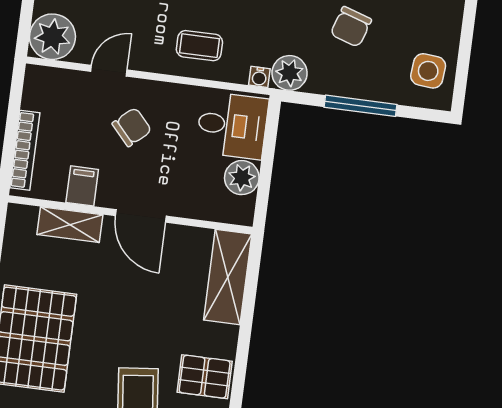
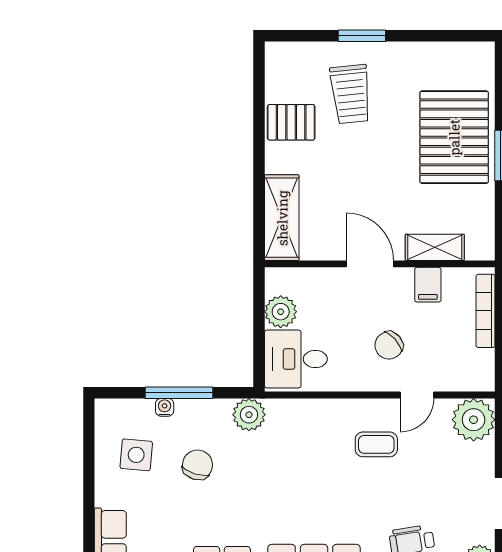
coffee table: (199, 46) -> (376, 444), moved
side table: (428, 71) -> (136, 455), moved
water cooler: (259, 77) -> (165, 407), moved

